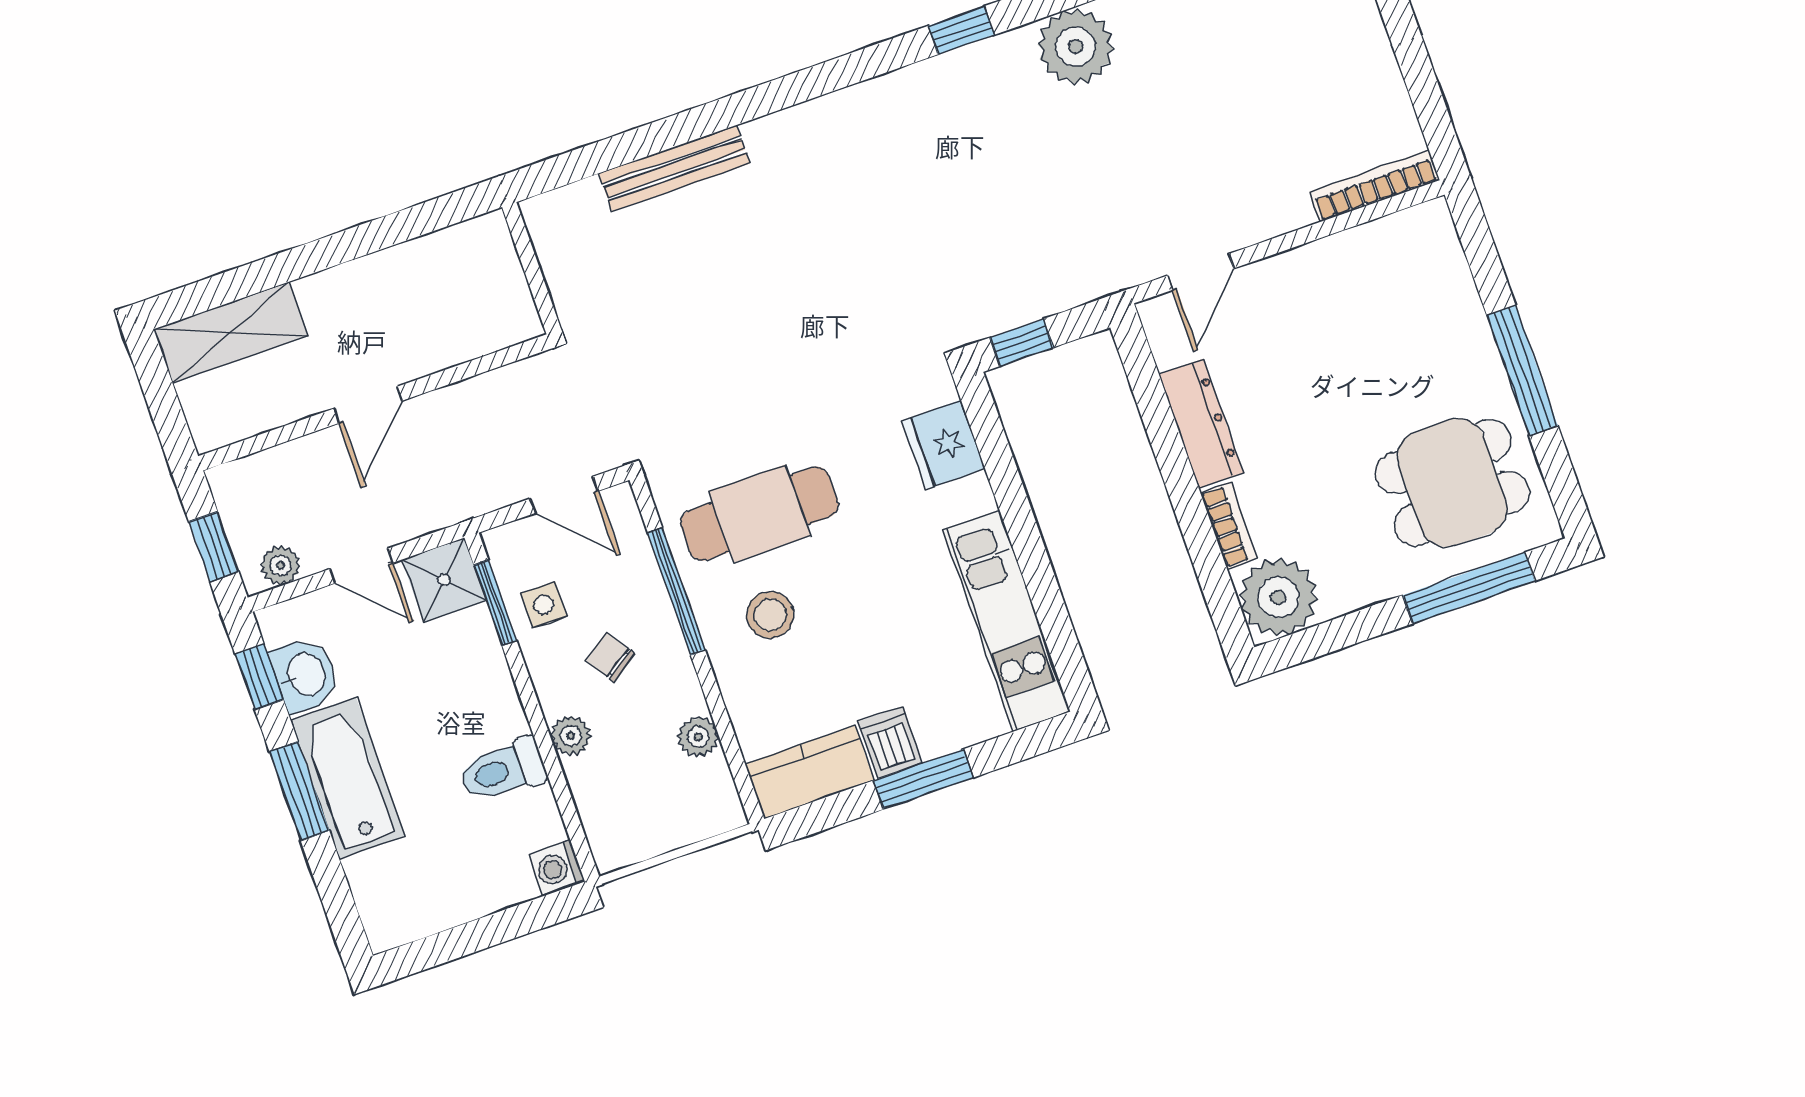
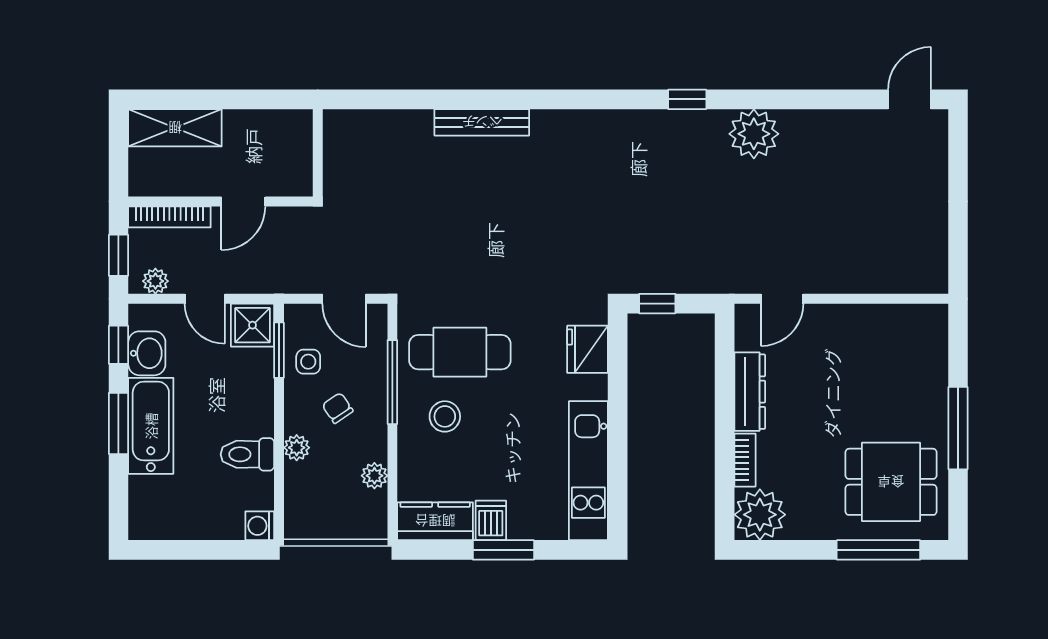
bookcase: (1375, 186) -> (169, 217), moved, turned 180
wall: (531, 268) -> (318, 153), moved

